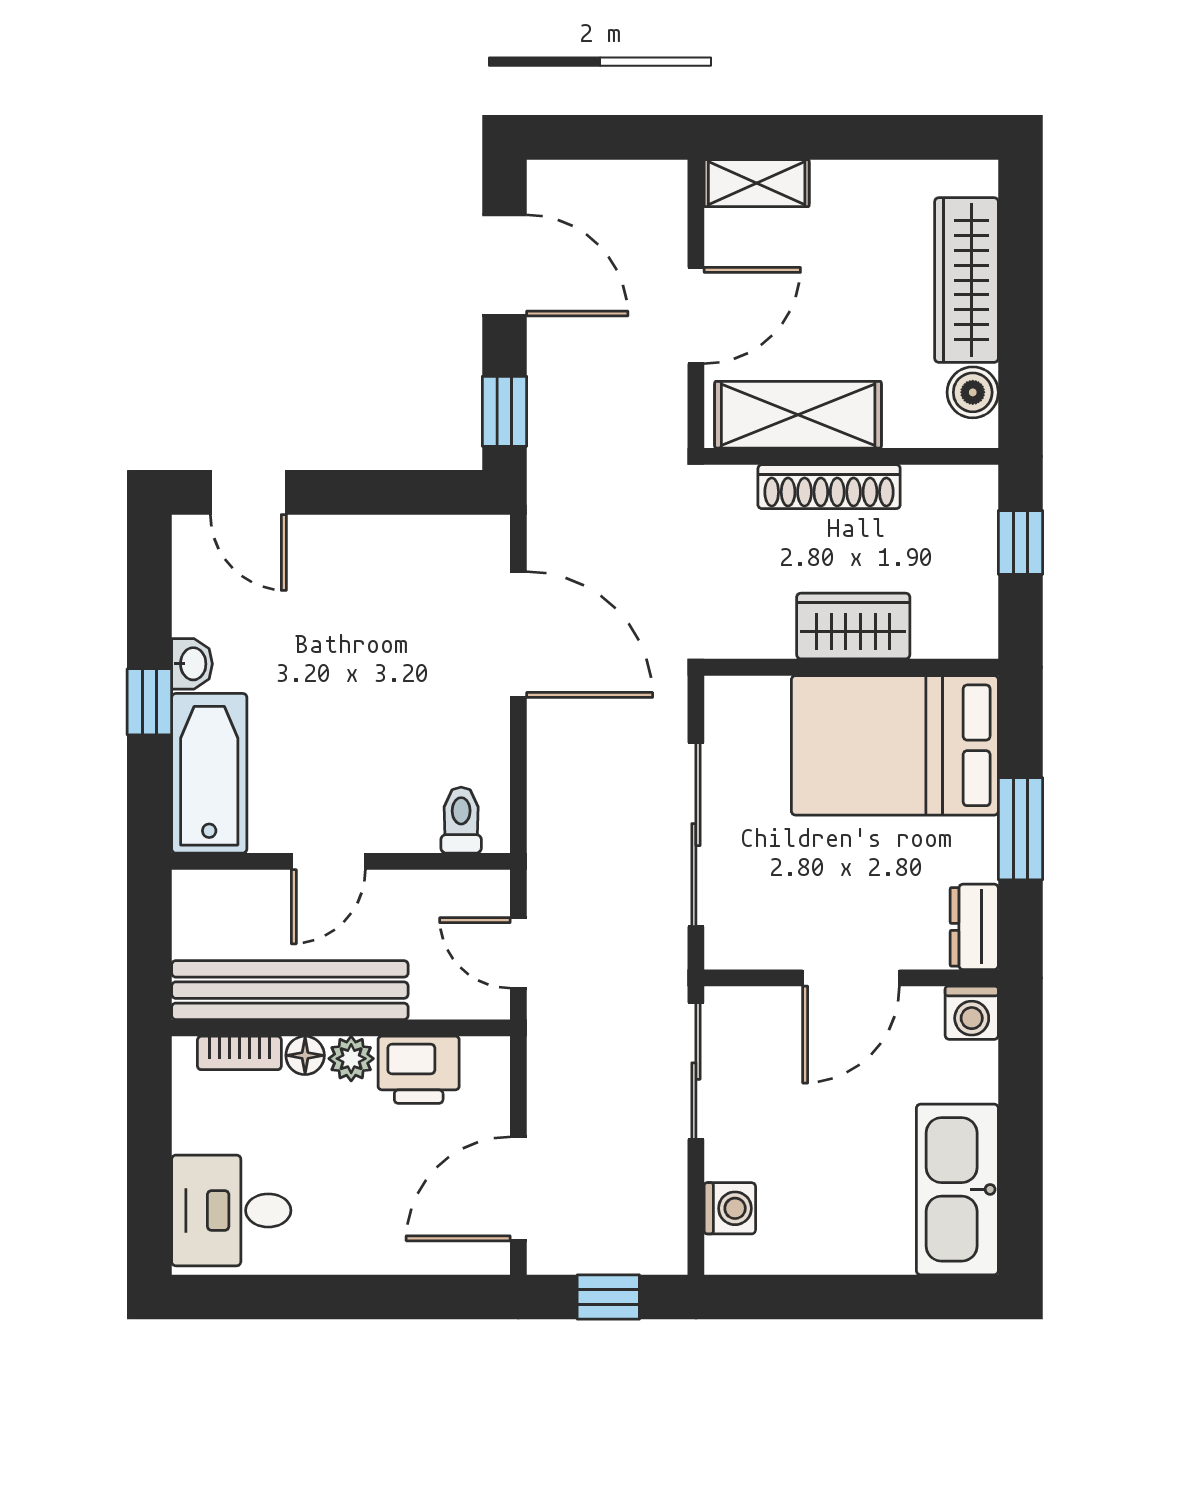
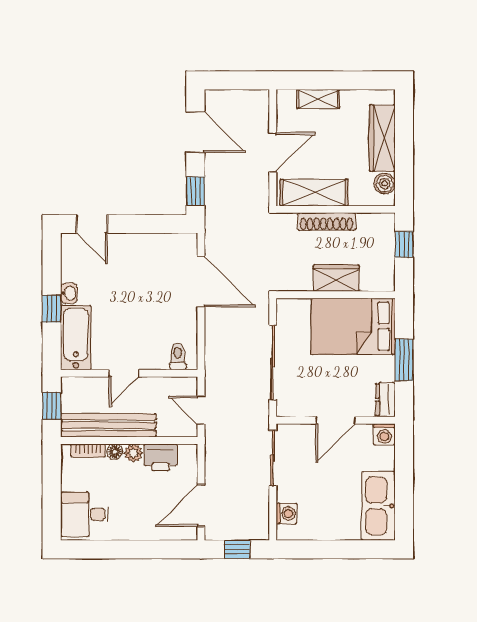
shelving: (757, 183) -> (318, 99), moved
window: (149, 942) -> (52, 406), added

